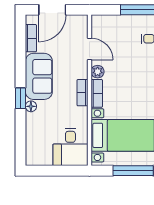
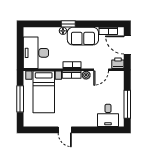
printer: (80, 24) -> (118, 63), added
desk: (70, 147) -> (36, 53), width x1.37

